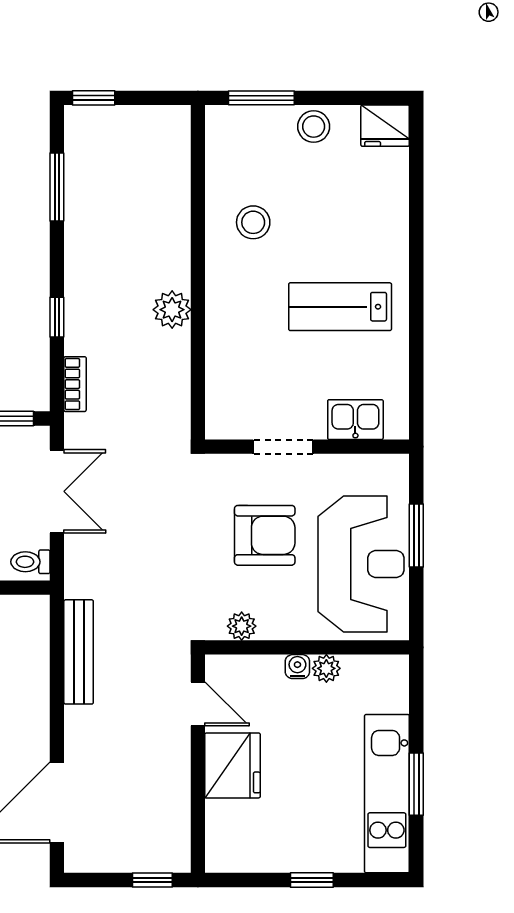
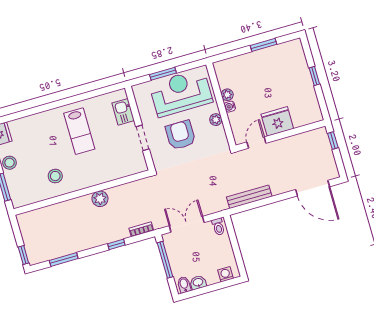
plant: (242, 626) -> (216, 120), moved
kitchen unit: (387, 794) -> (271, 56), removed

